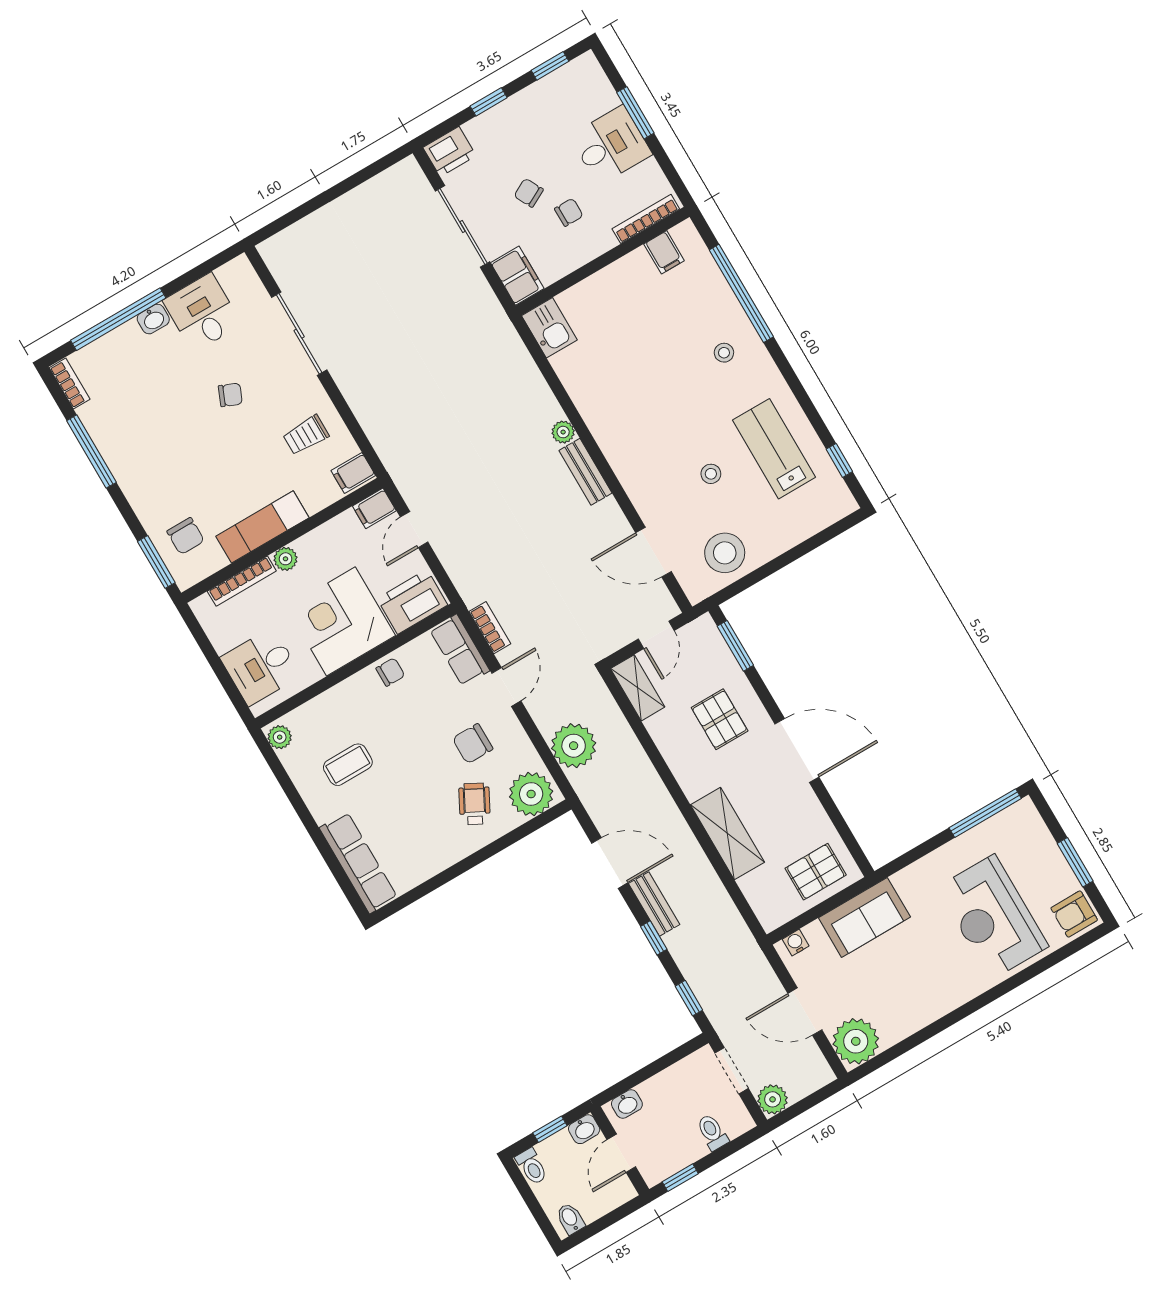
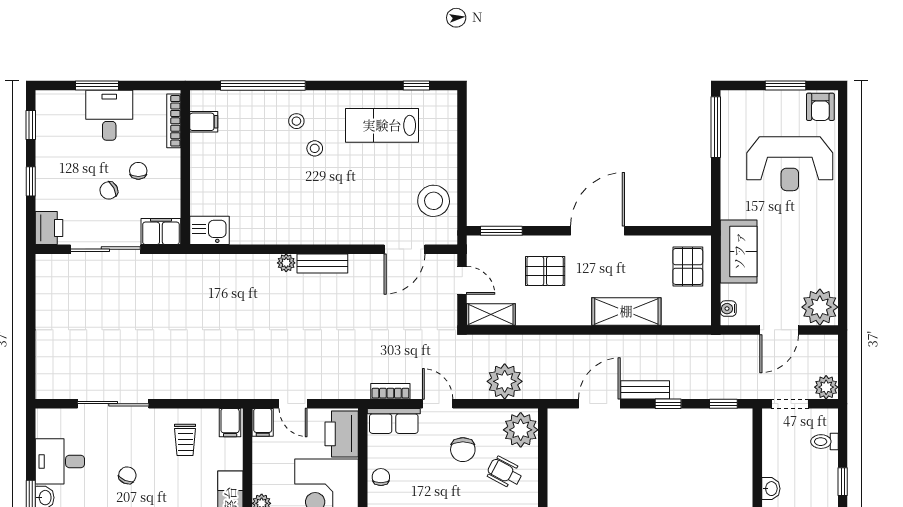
stool: (711, 474) -> (315, 148), moved

